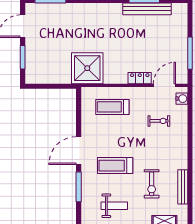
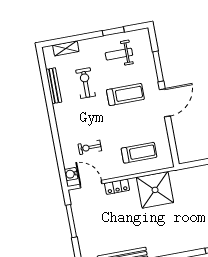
shower: (87, 68) -> (155, 190), moved
door: (164, 85) -> (91, 184), swing flipped

